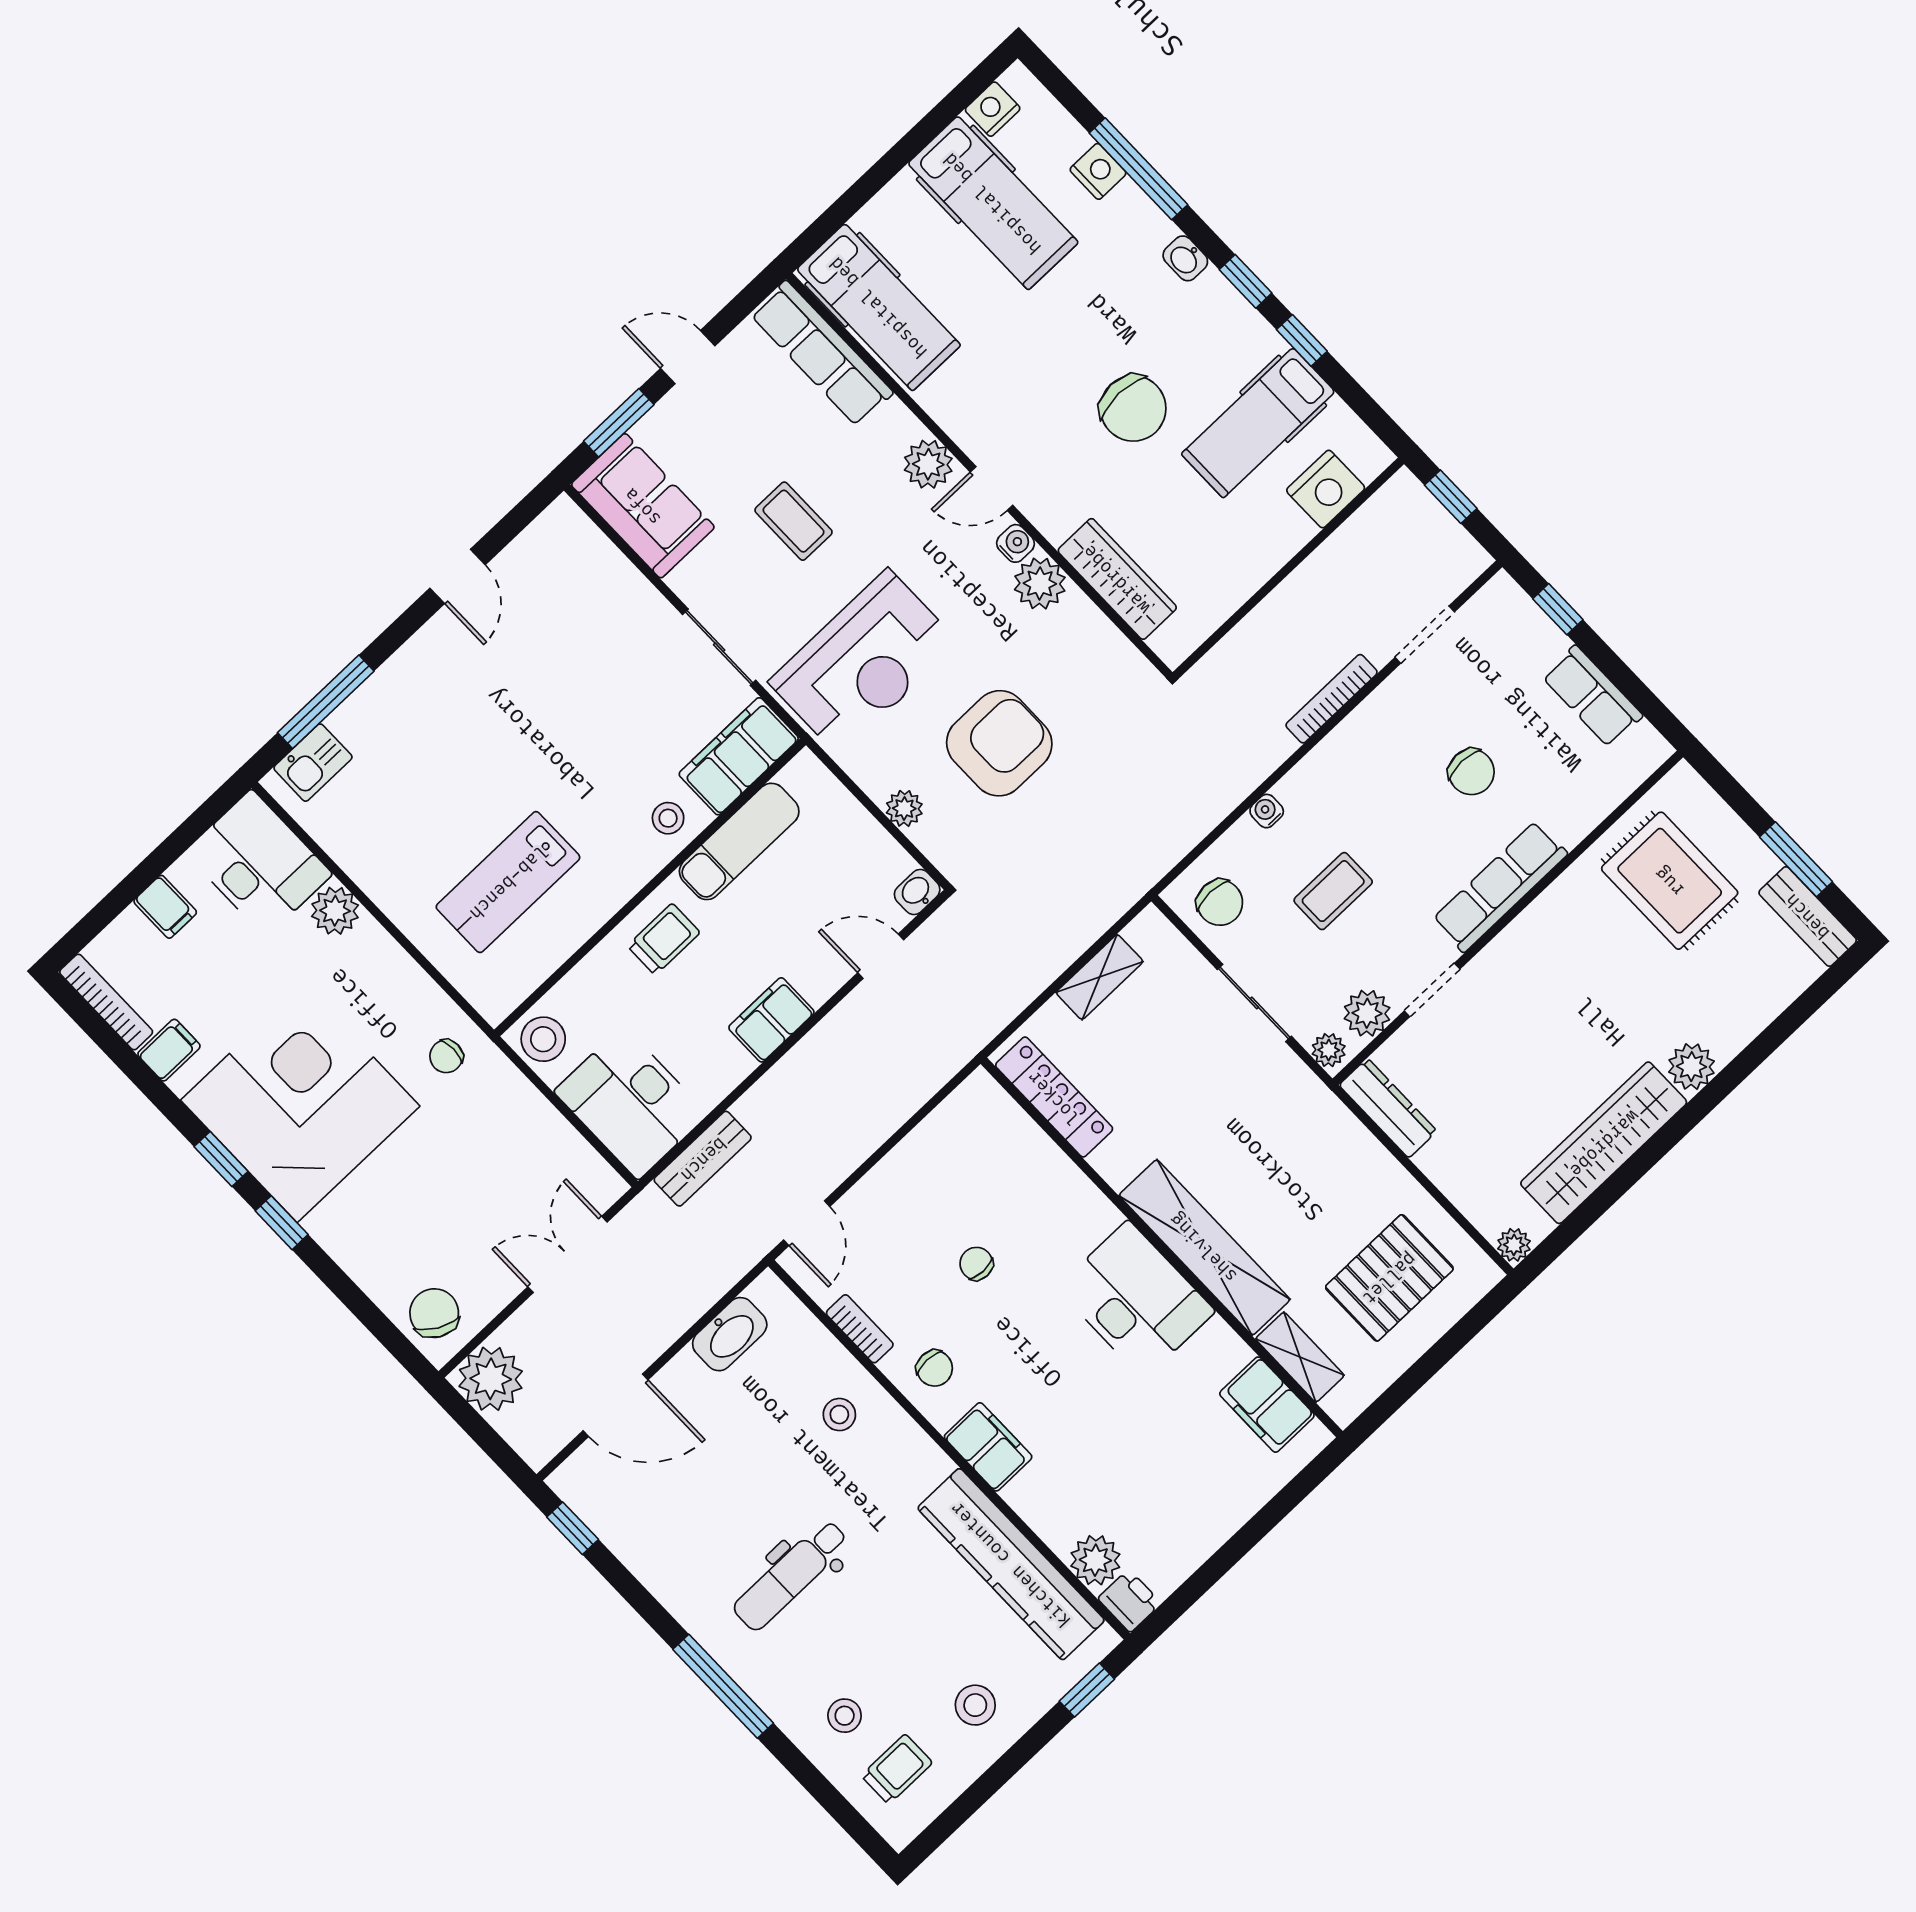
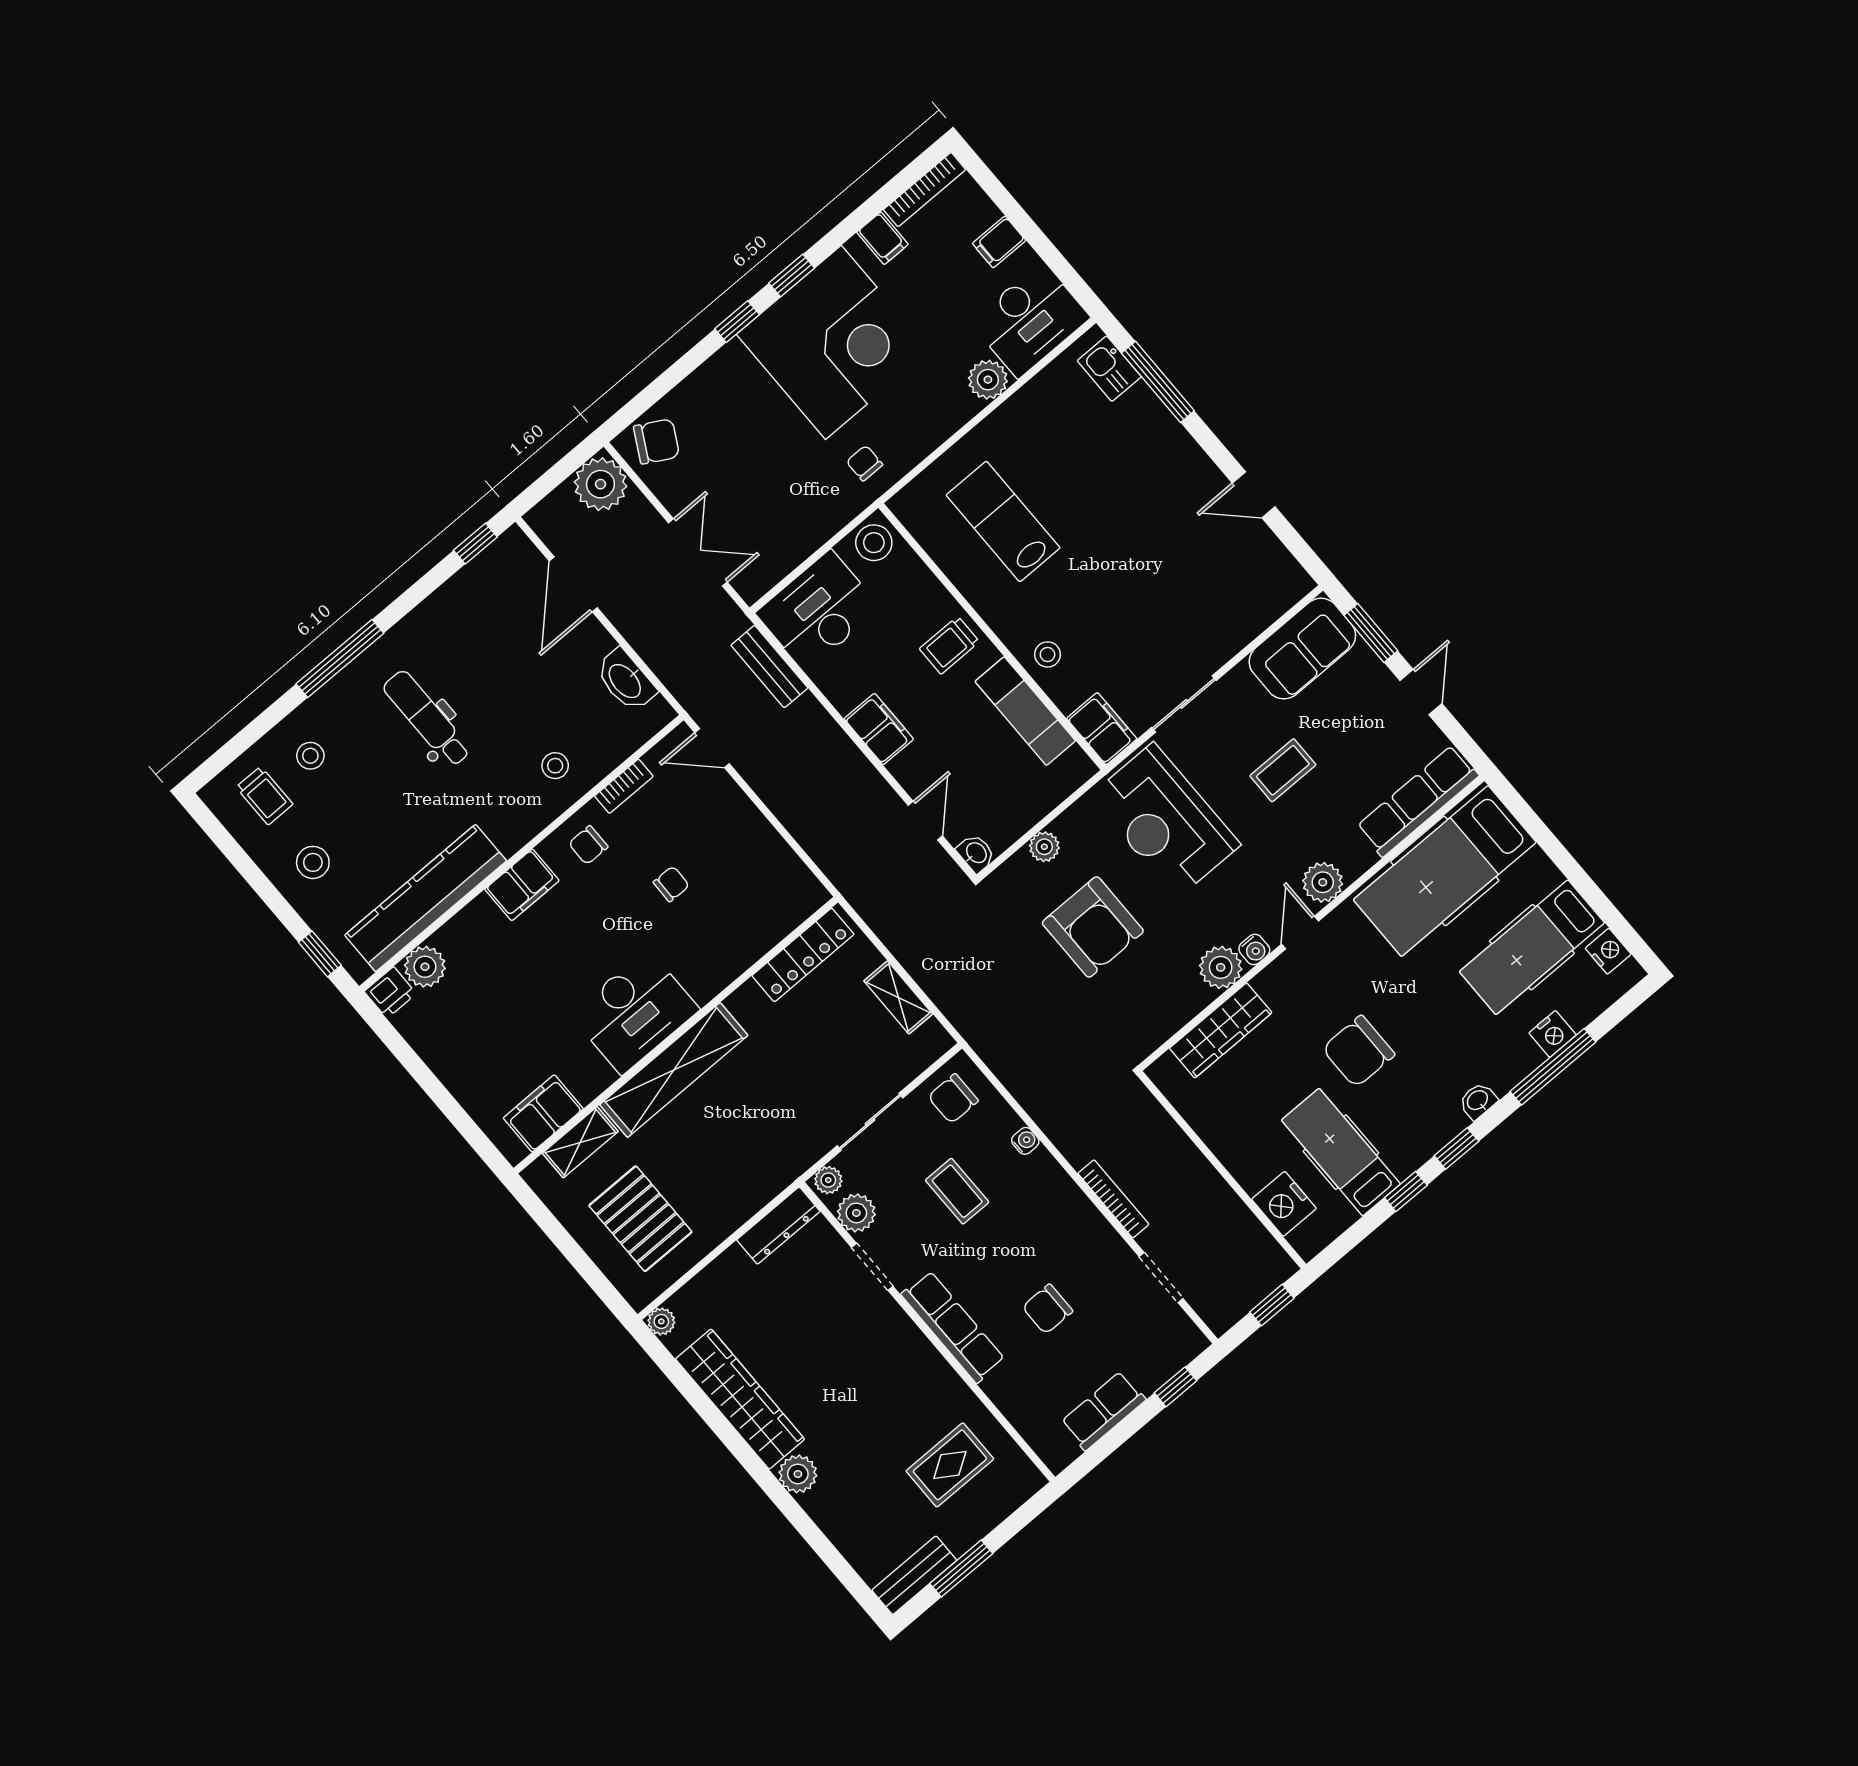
hospital bed: (879, 307) -> (1445, 871), width x1.37, depth x1.29
filing cabinet: (739, 756) -> (1102, 729), width x0.67, depth x0.86
rug: (1670, 881) -> (950, 1465), width x0.73, depth x0.70
trolley: (664, 939) -> (949, 645), turned 90

